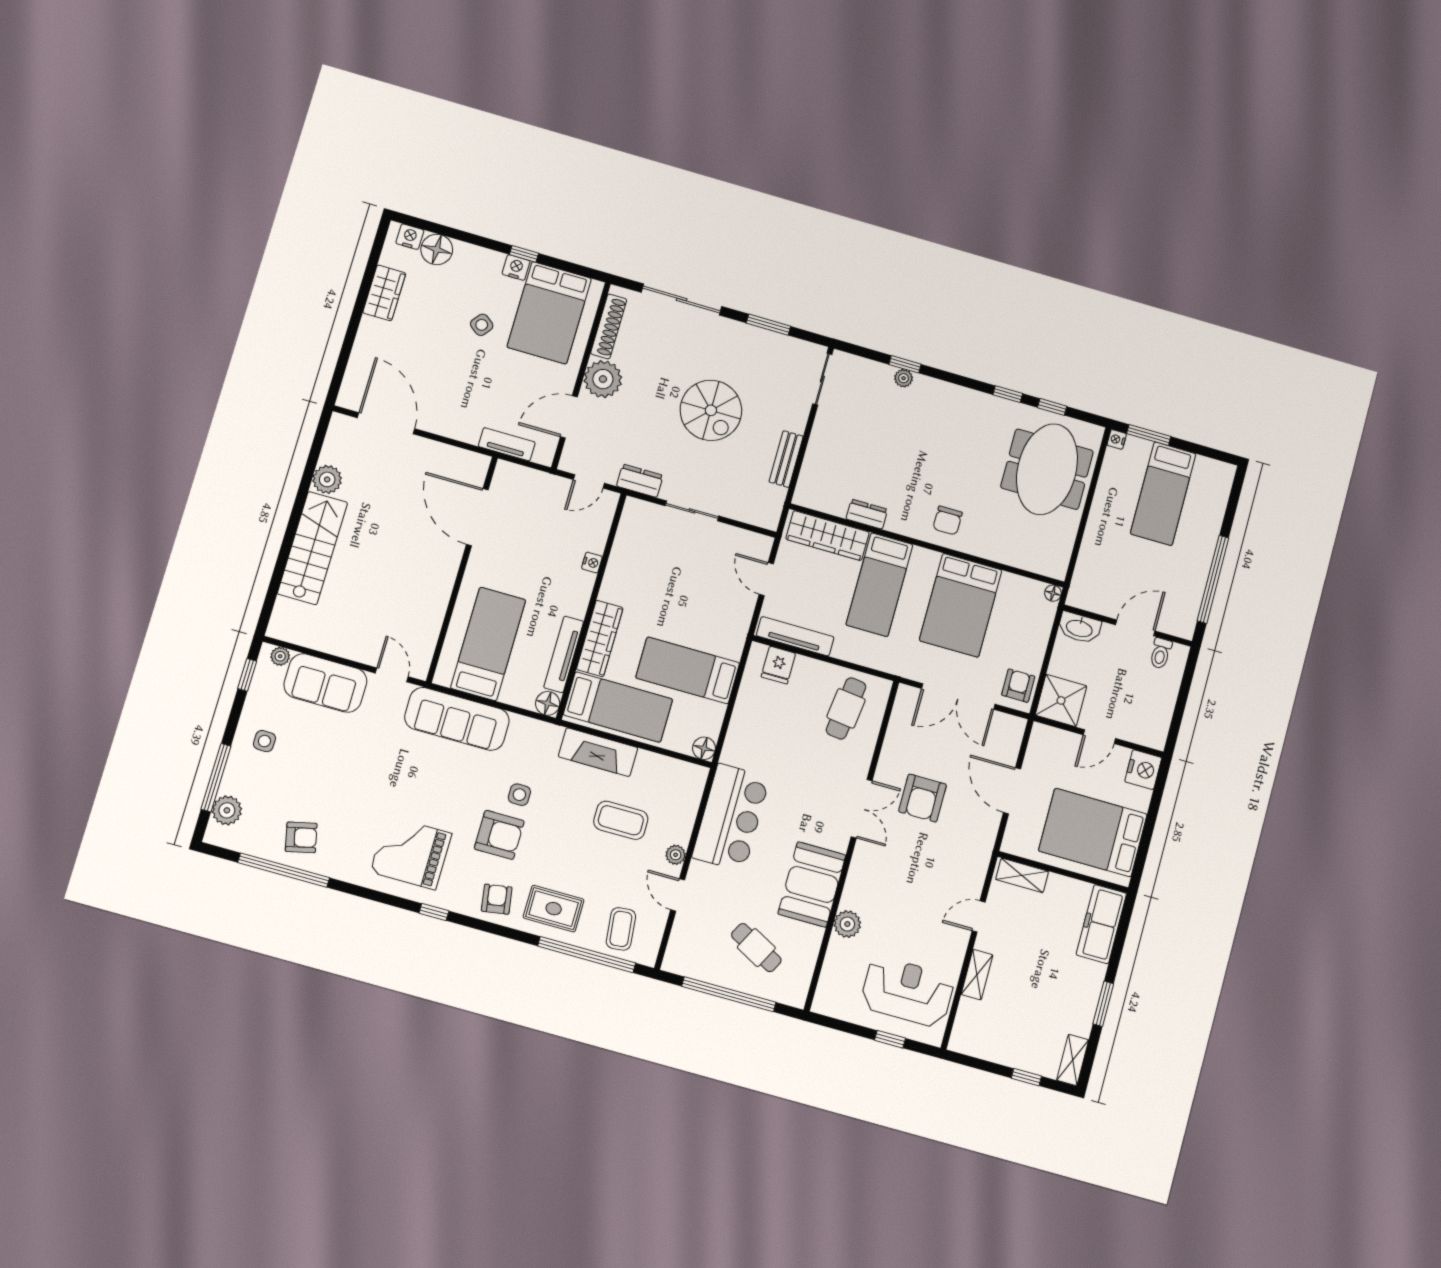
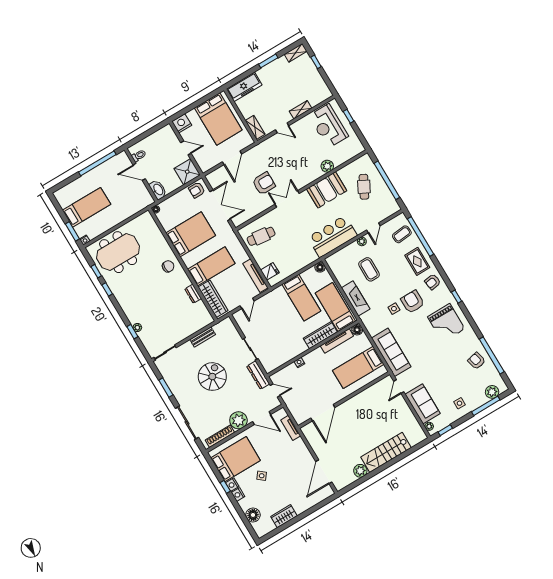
nightstand: (410, 237) -> (238, 494), moved
dresser: (640, 481) -> (258, 375), width x1.44

